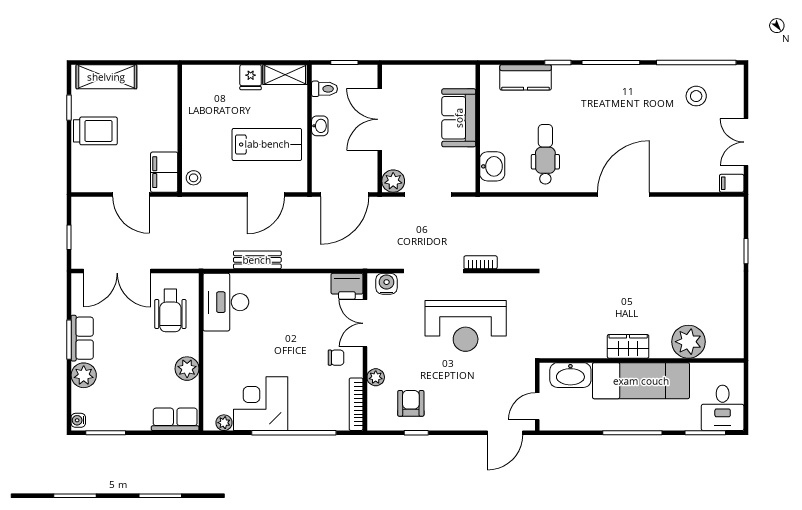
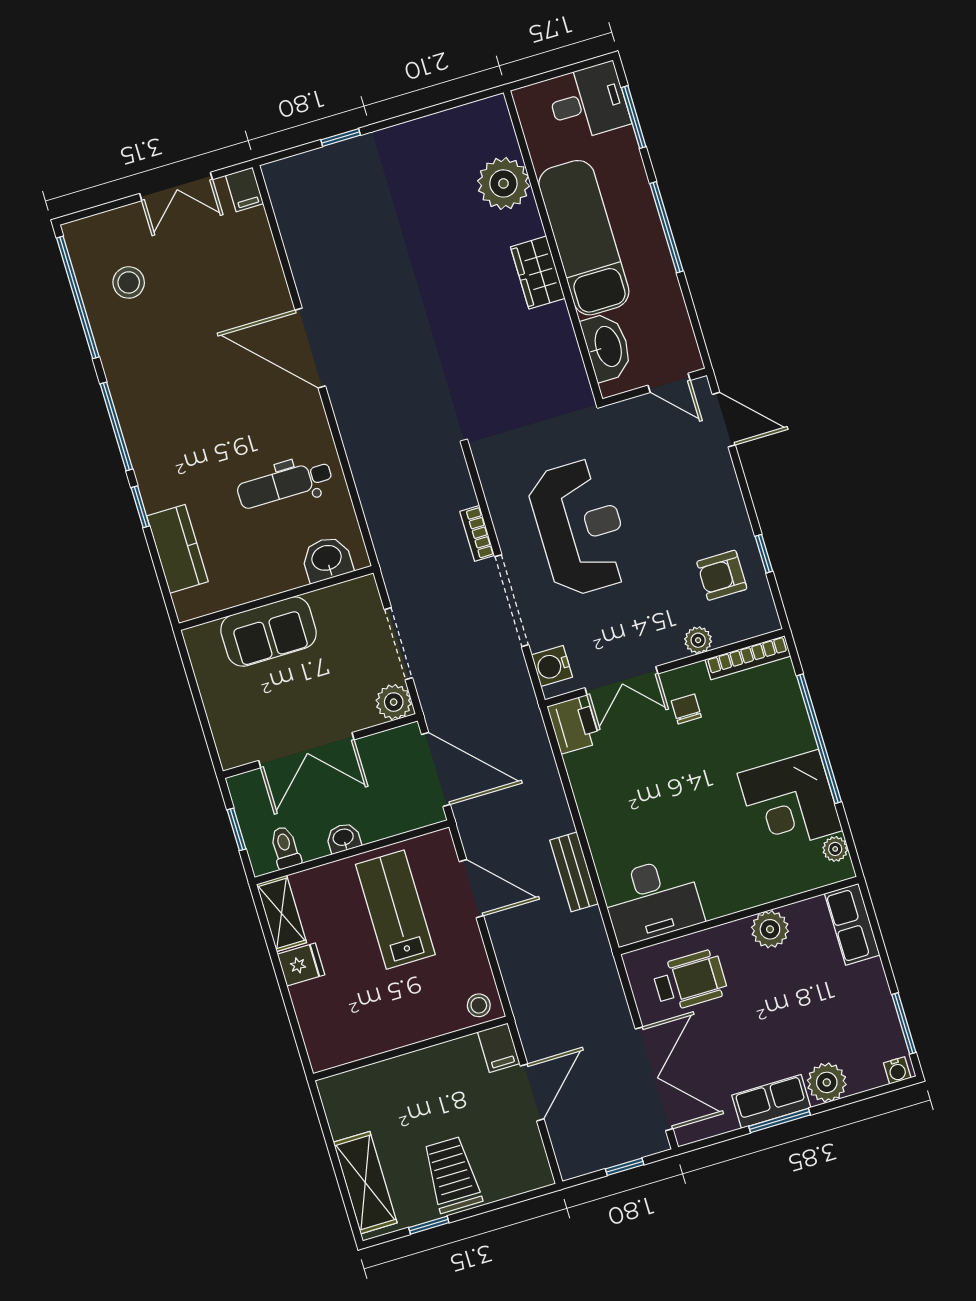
filing cabinet: (164, 172) -> (499, 1048), width x0.50

